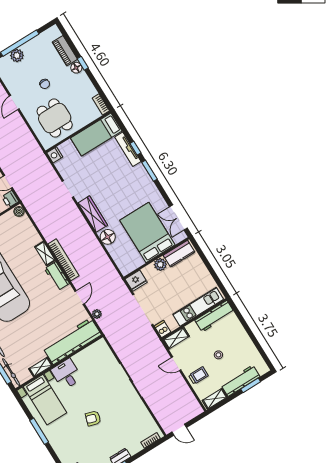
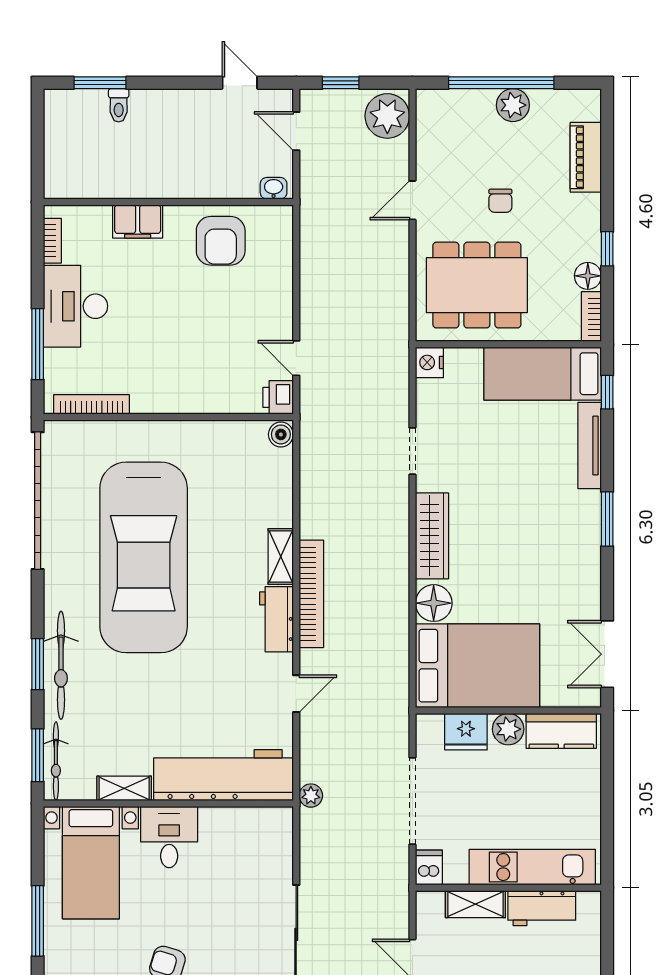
plant: (17, 55) -> (513, 105), moved
window: (83, 63) -> (607, 249), moved
floor lamp: (76, 68) -> (588, 276), moved
dining table: (55, 118) -> (477, 285), width x1.38
window: (135, 148) -> (607, 392), moved
bed: (147, 233) -> (477, 666), moved, turned 90
fridge: (136, 281) -> (466, 732), moved
plant: (97, 314) -> (311, 796), moved
workbench: (215, 316) -> (542, 908), width x0.73
shelving: (176, 338) -> (475, 904), moved

